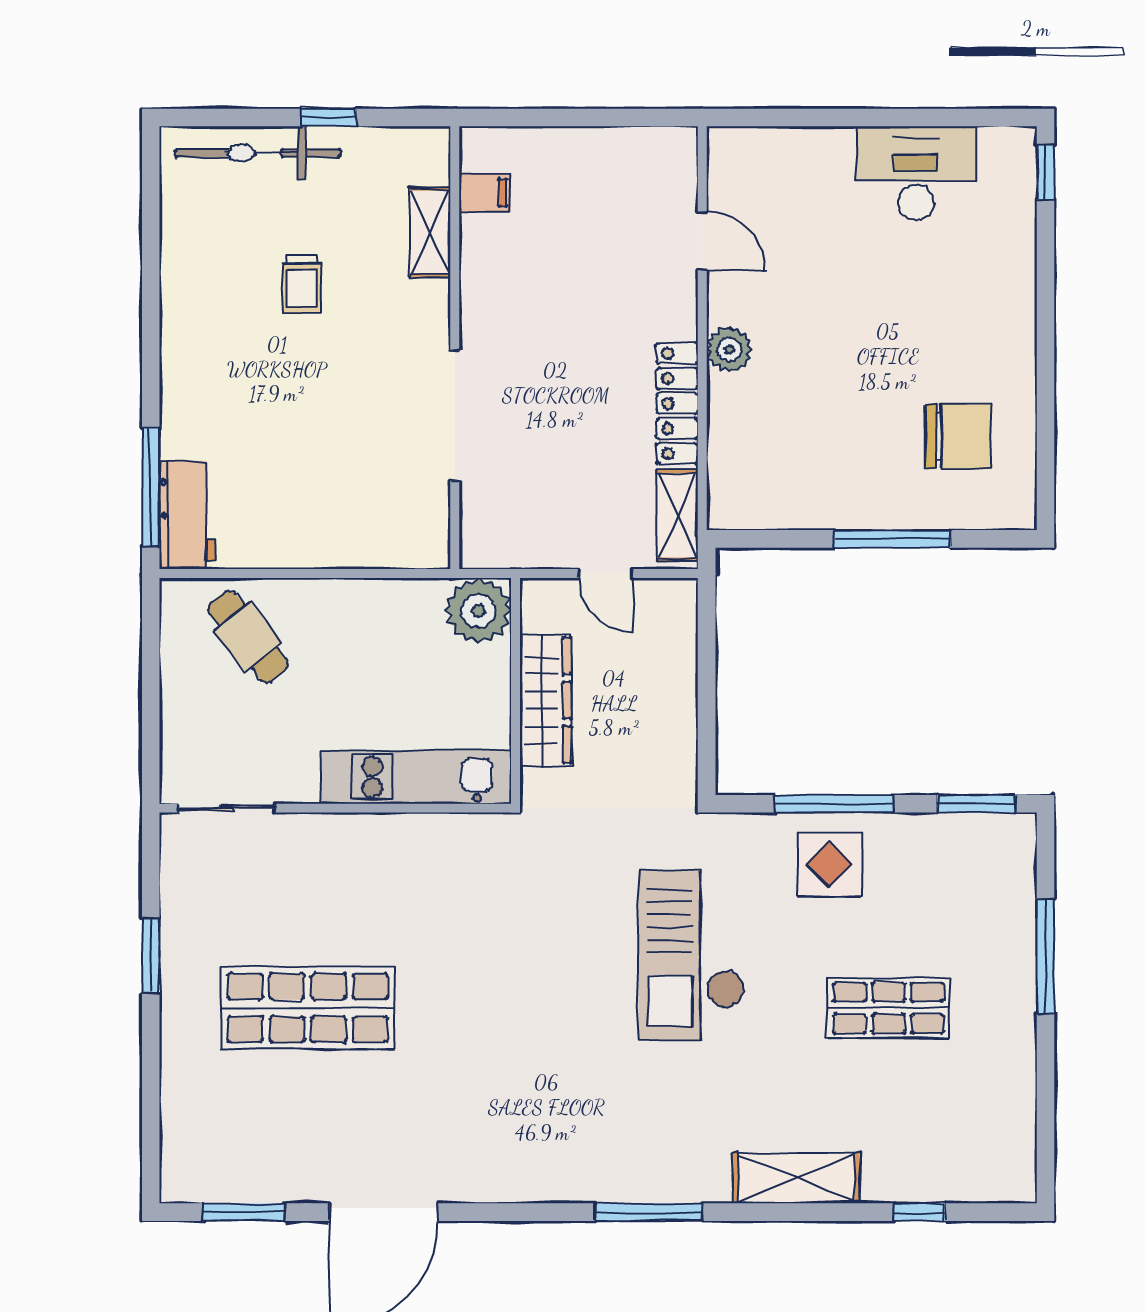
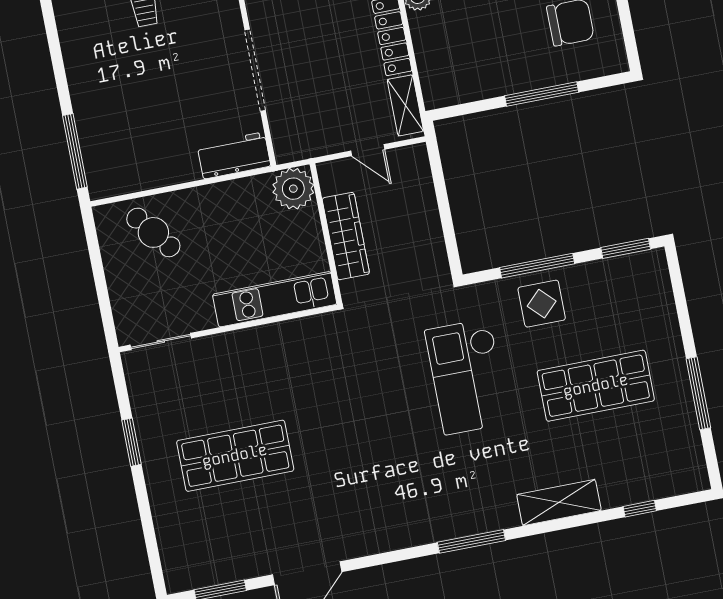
workbench: (187, 515) -> (234, 155), moved, turned -90
window: (1045, 957) -> (698, 393), moved
shop shelf: (888, 1008) -> (596, 386), width x1.43, depth x1.36

